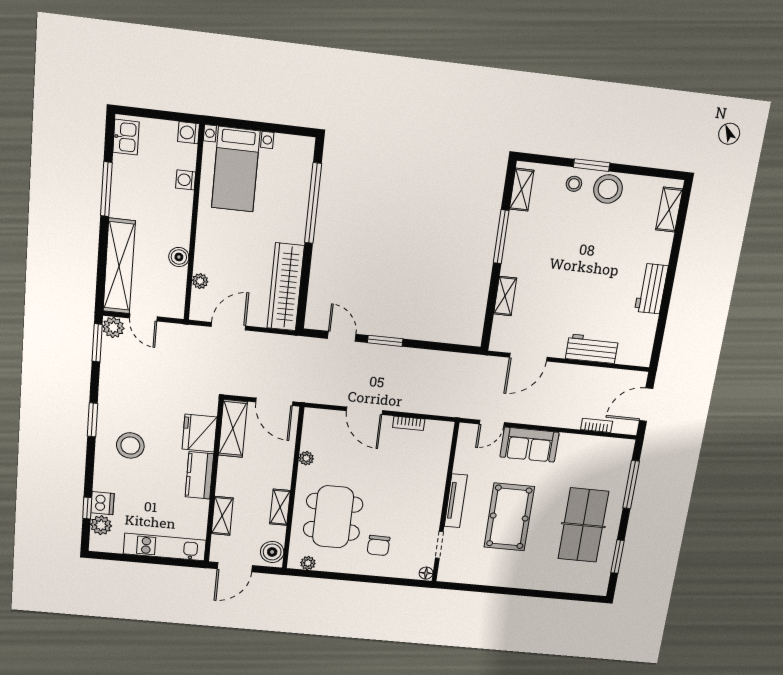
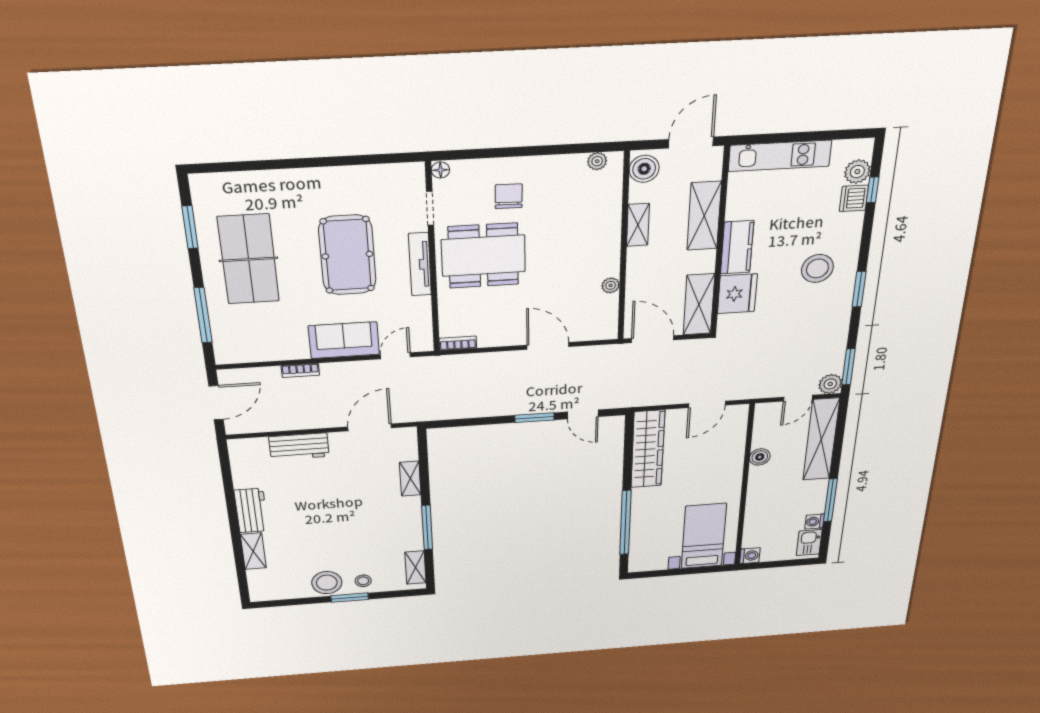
washing machine: (186, 180) -> (815, 522), moved, turned 180
shelving: (669, 210) -> (253, 551), moved
plant: (200, 281) -> (738, 440), removed
door: (143, 317) -> (798, 398), swing flipped
bookcase: (409, 423) -> (458, 343), moved
bookcase: (597, 425) -> (300, 370), moved
shelving: (222, 516) -> (704, 216), width x1.50, depth x1.33
dining table: (333, 517) -> (483, 256), moved, turned 90

